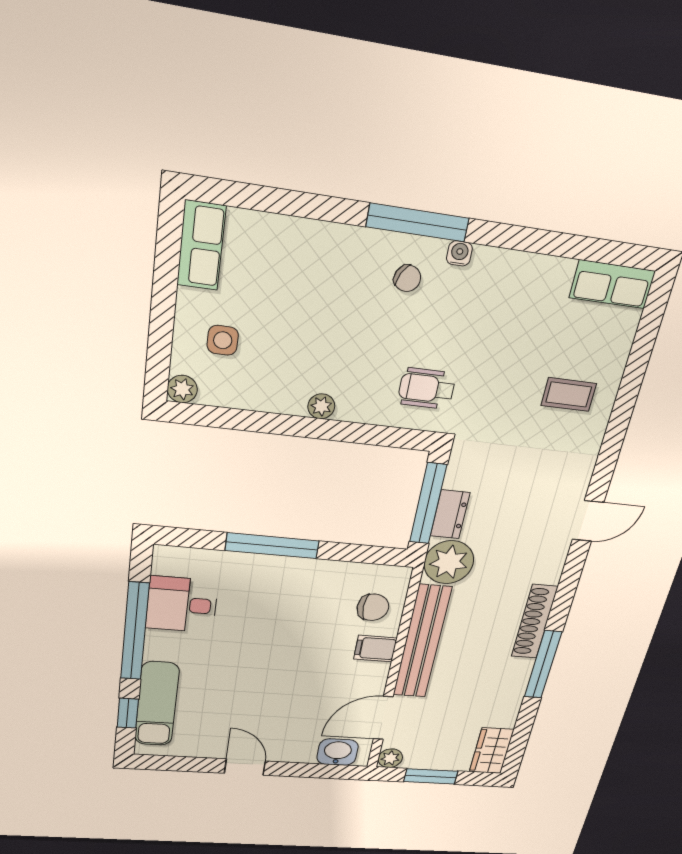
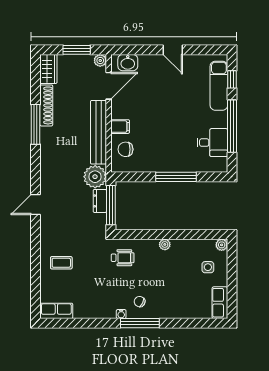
shoe rack: (534, 622) -> (46, 105), moved

